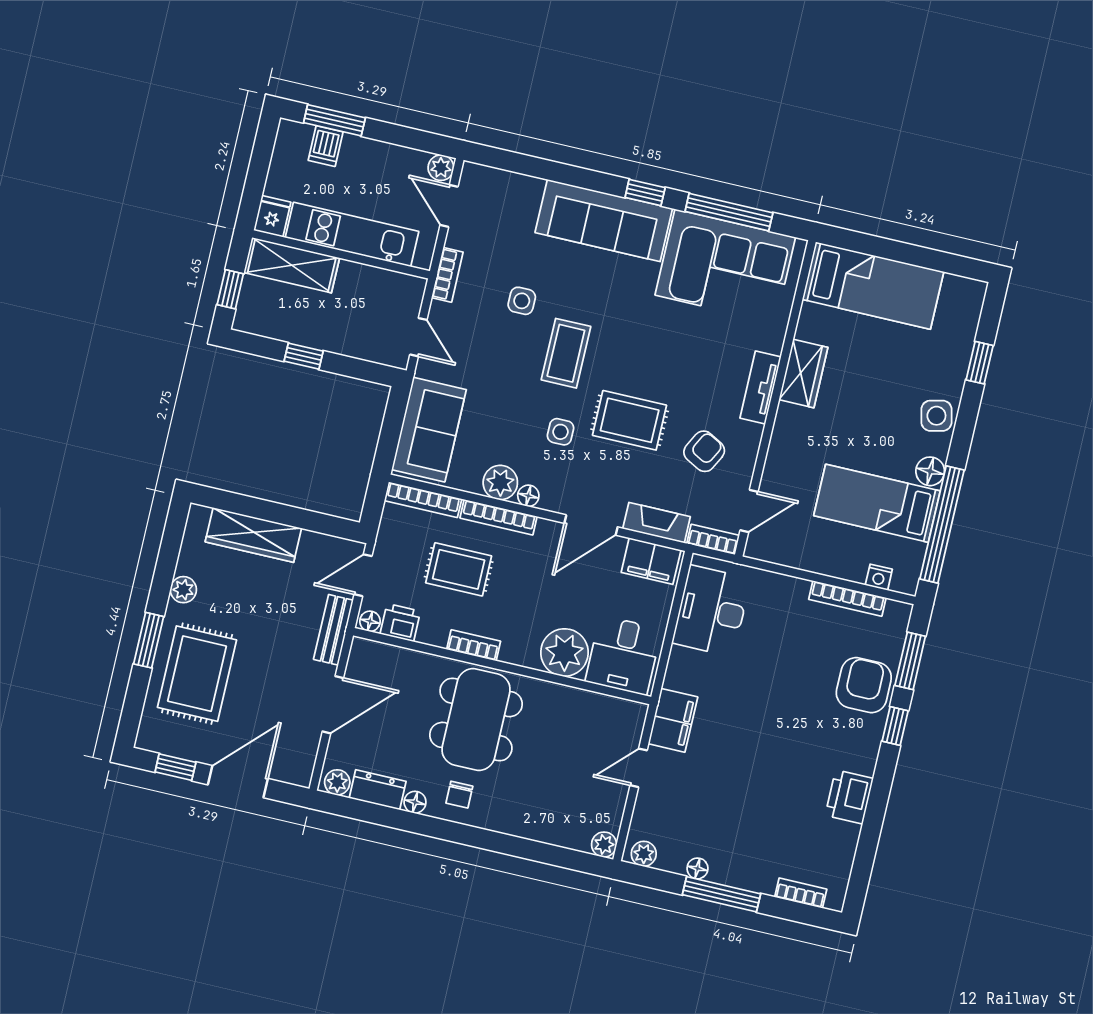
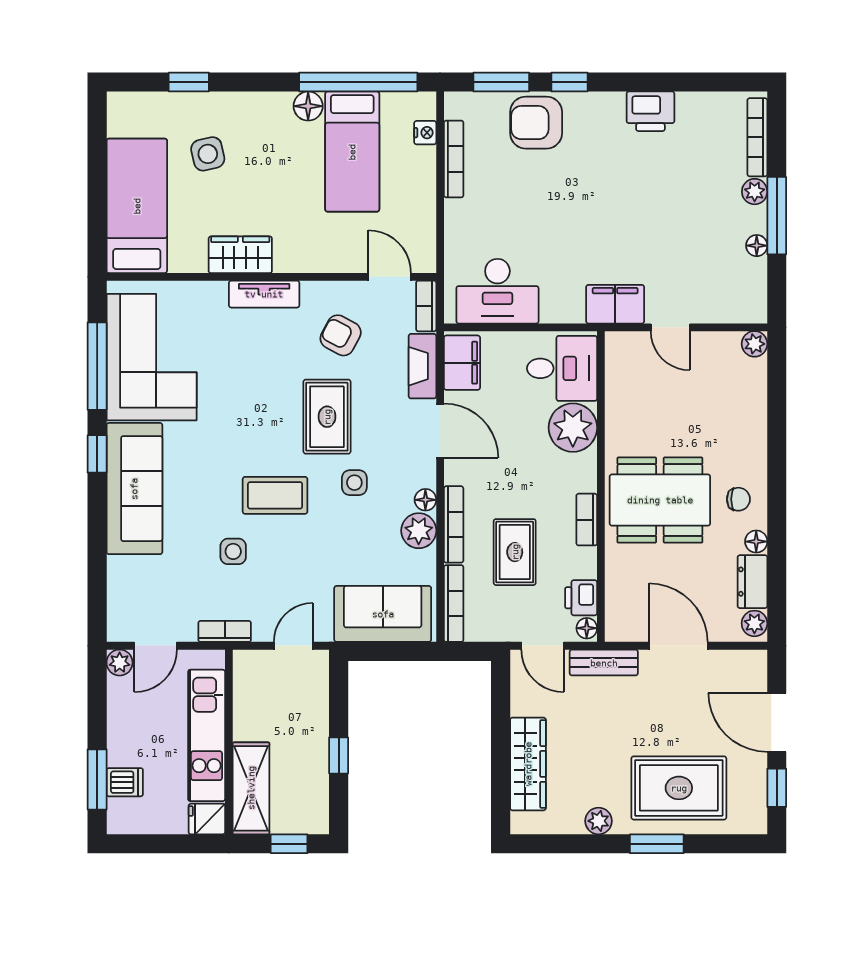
side table: (936, 416) -> (208, 154), moved
plant: (644, 854) -> (755, 192), moved
bookcase: (801, 893) -> (757, 137), width x1.56

